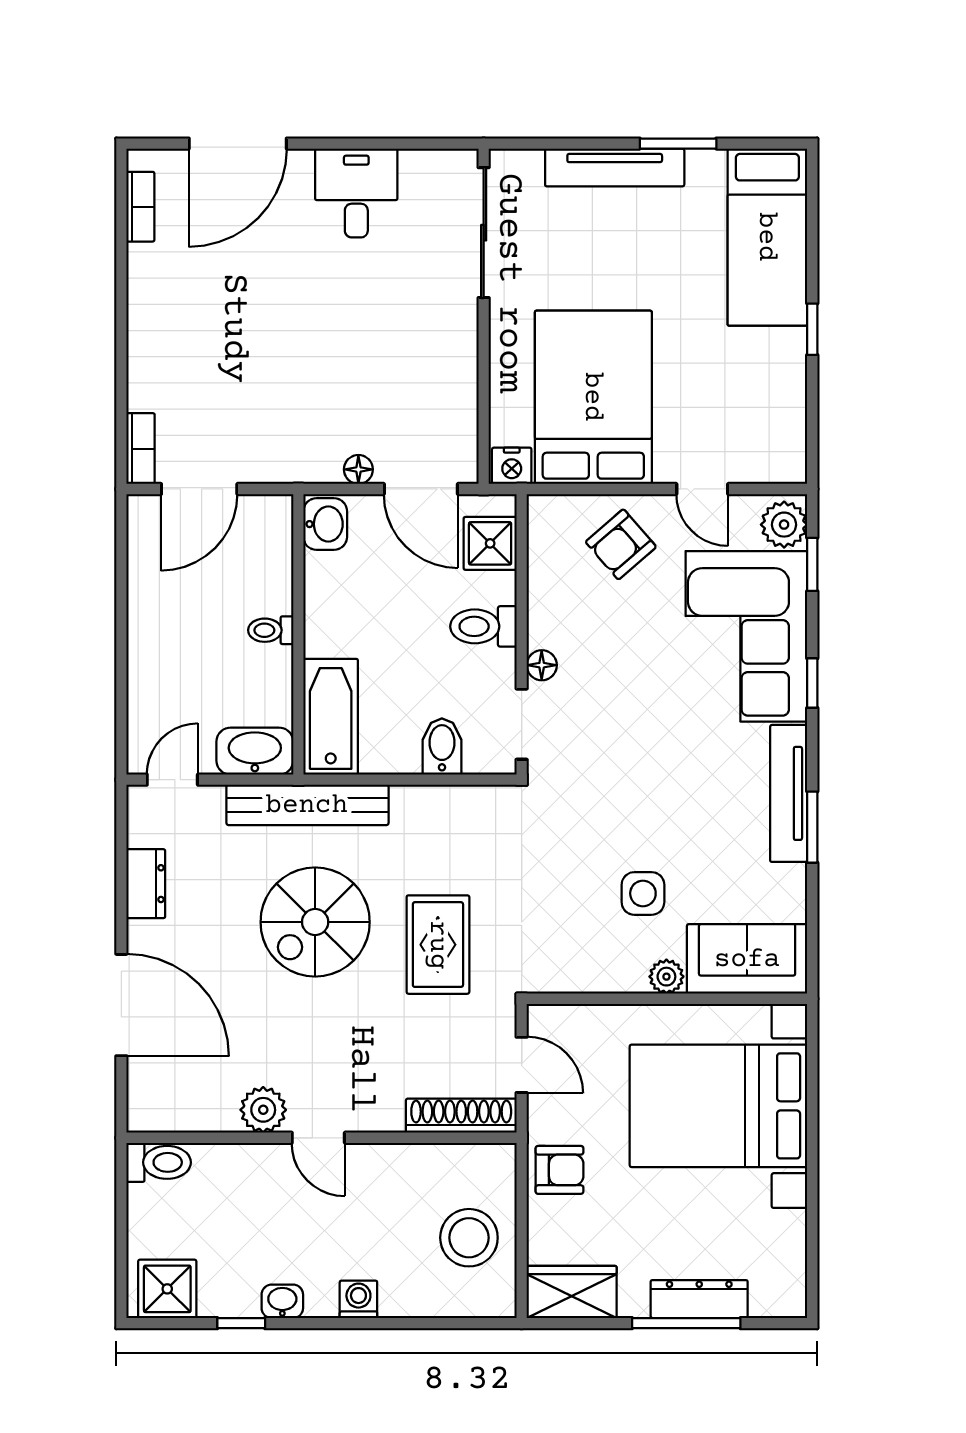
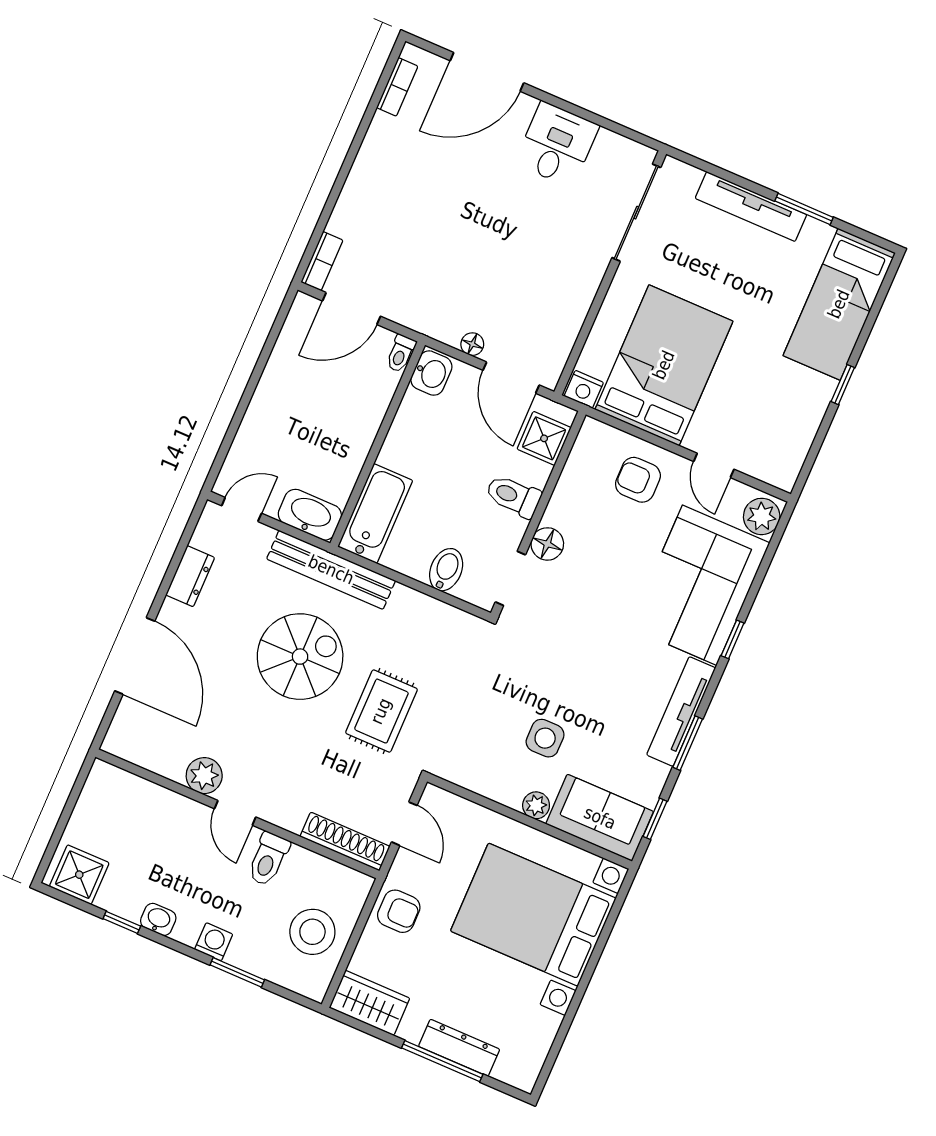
armchair: (621, 544) -> (638, 480), turned 41
window: (812, 564) -> (655, 819), moved
toilet: (271, 630) -> (401, 353), moved, turned -90
floor lamp: (542, 665) -> (547, 544), width x1.37, depth x1.37
spiral stairs: (315, 922) -> (300, 657), turned 180
toilet: (159, 1162) -> (268, 859), moved, turned 90
window: (401, 1323) -> (237, 972), added

